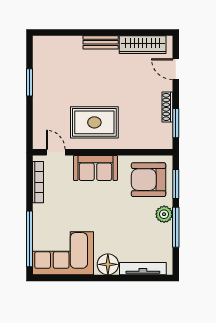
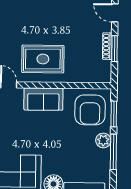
window: (176, 123) -> (114, 49), moved
armchair: (149, 180) -> (90, 110), turned -90

